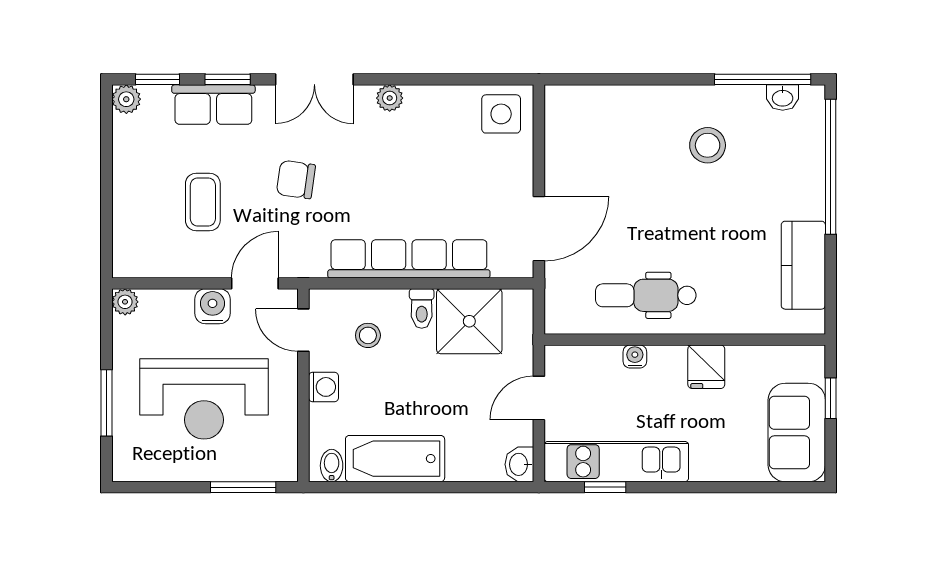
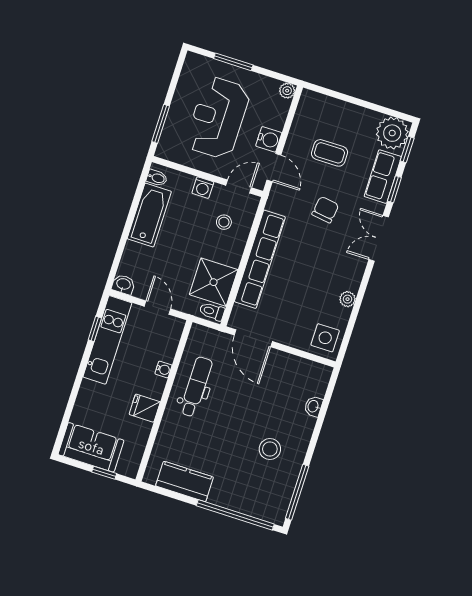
plant: (390, 98) -> (347, 299), moved
washbasin: (783, 98) -> (313, 406), moved
plant: (126, 99) -> (392, 133), width x1.87, depth x1.87
toilet: (422, 309) -> (212, 311), moved

